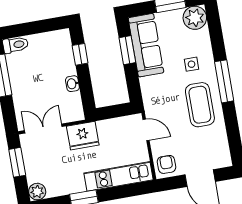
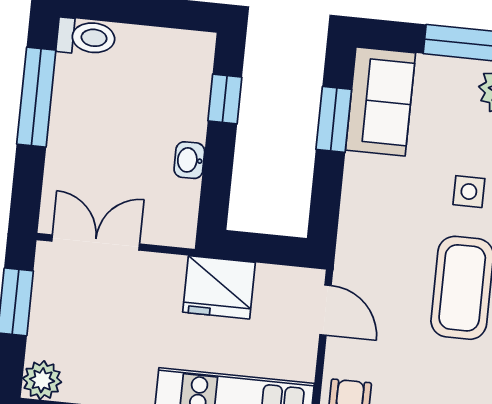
sofa: (146, 45) -> (381, 101), width x0.73
fridge: (83, 136) -> (219, 287), moved

